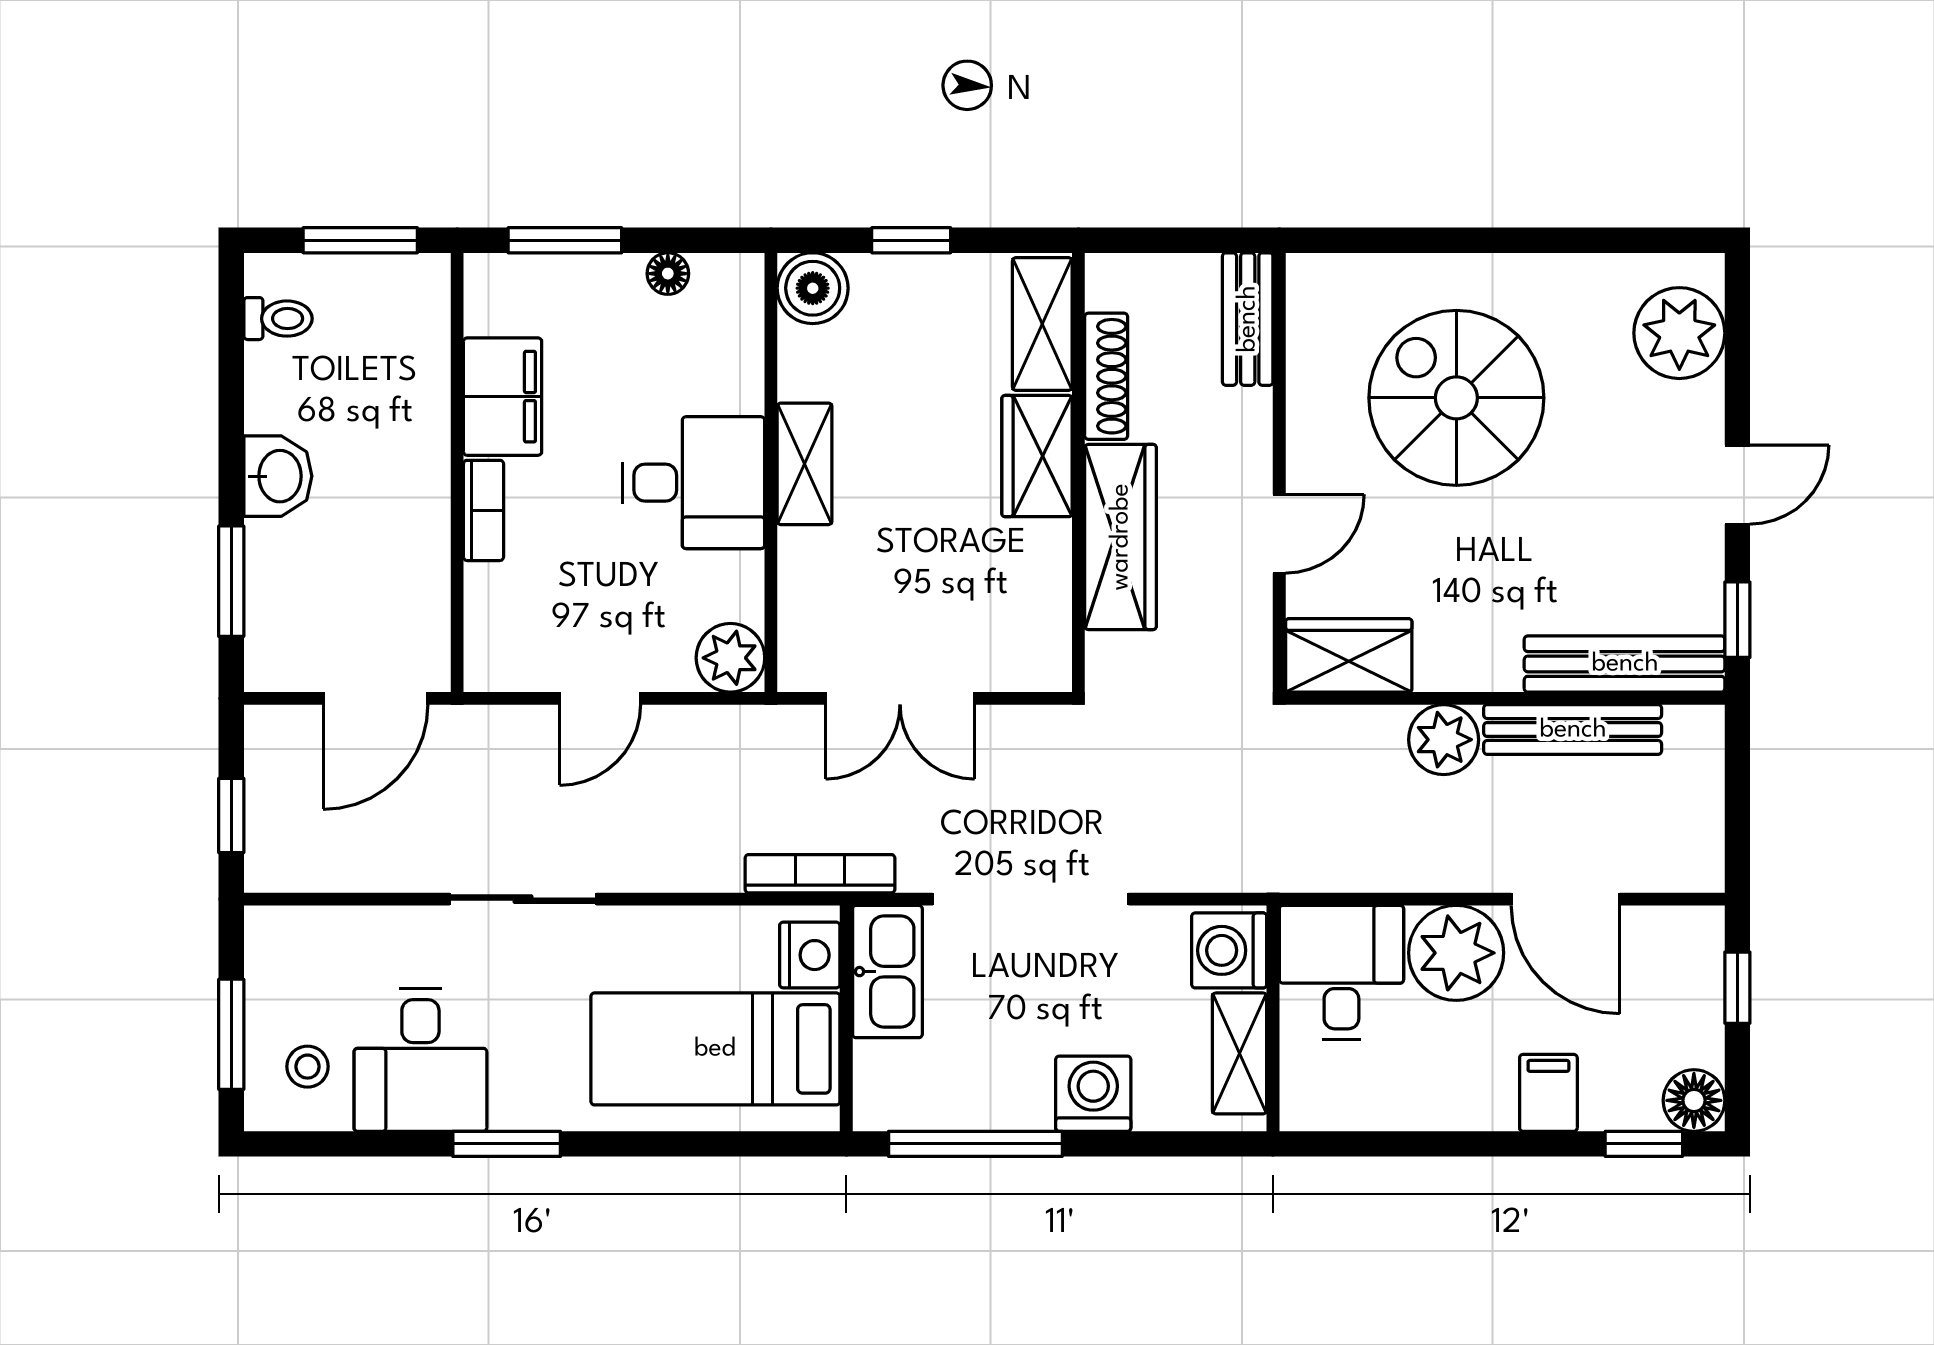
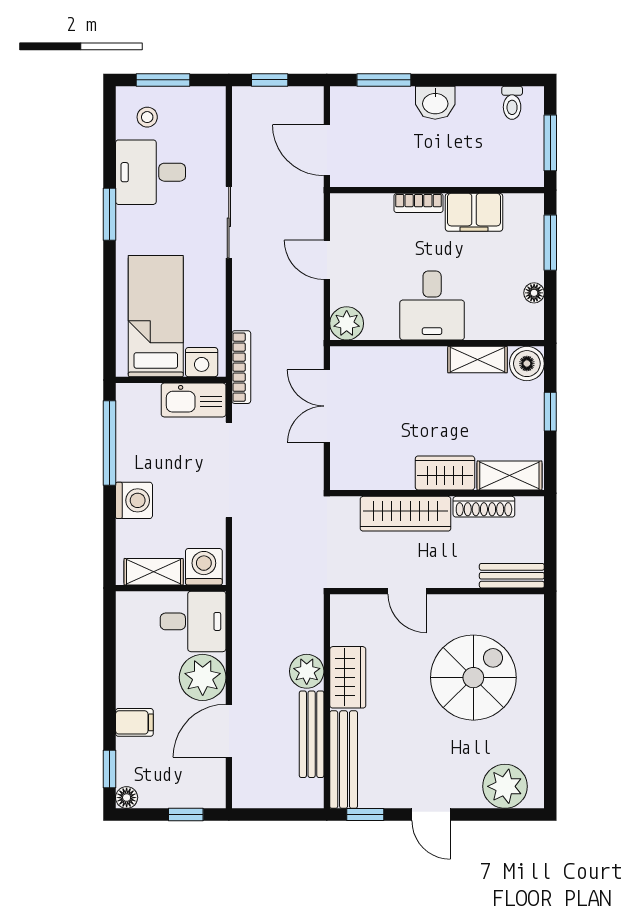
shelving: (805, 464) -> (477, 360), moved
wardrobe: (1349, 655) -> (348, 677), moved
floor lamp: (1694, 1100) -> (127, 798), width x0.73, depth x0.73

